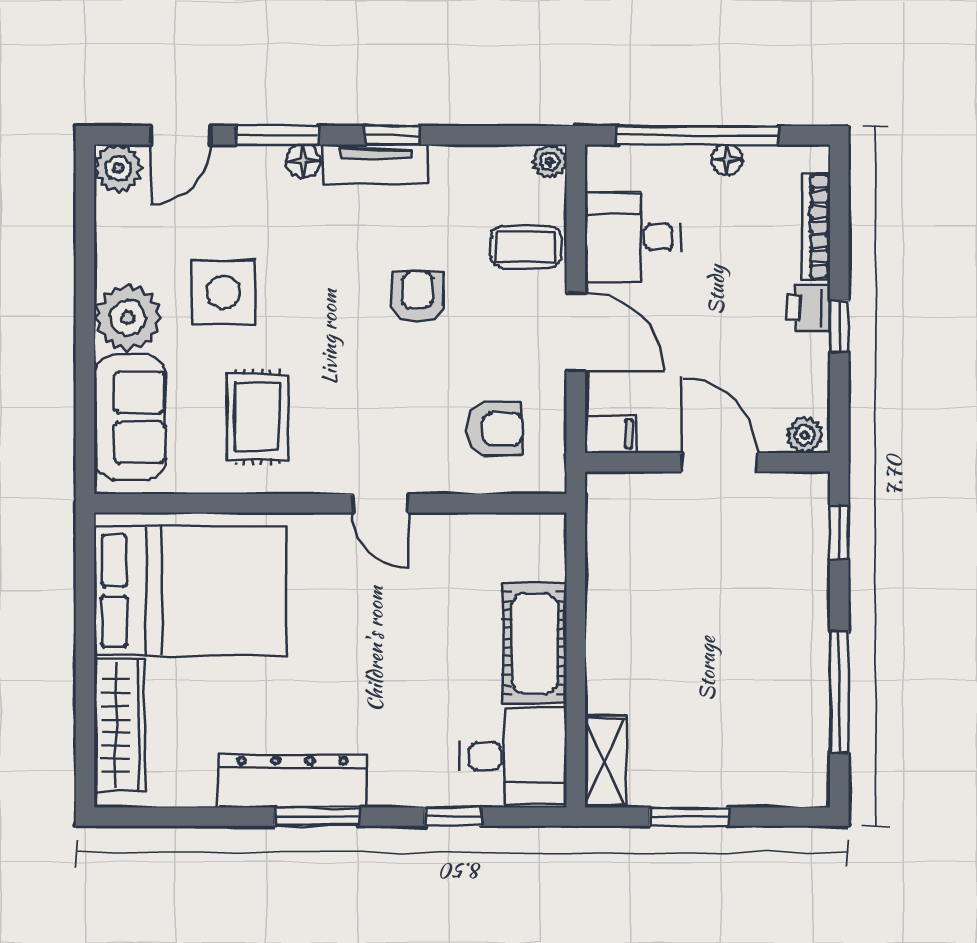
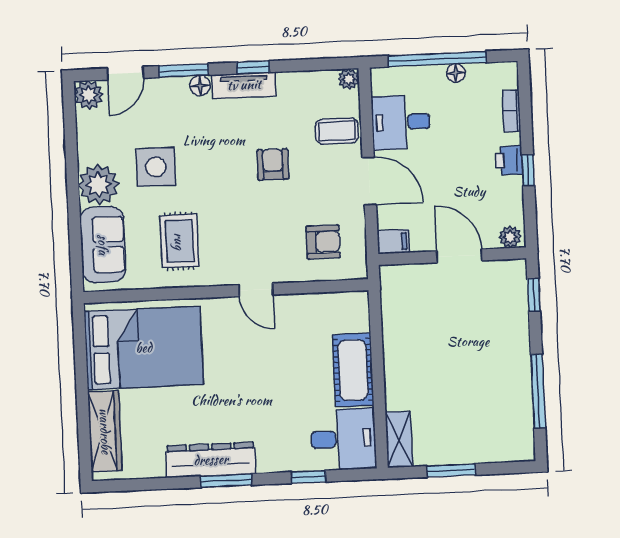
bookcase: (816, 226) -> (511, 111), width x0.64

